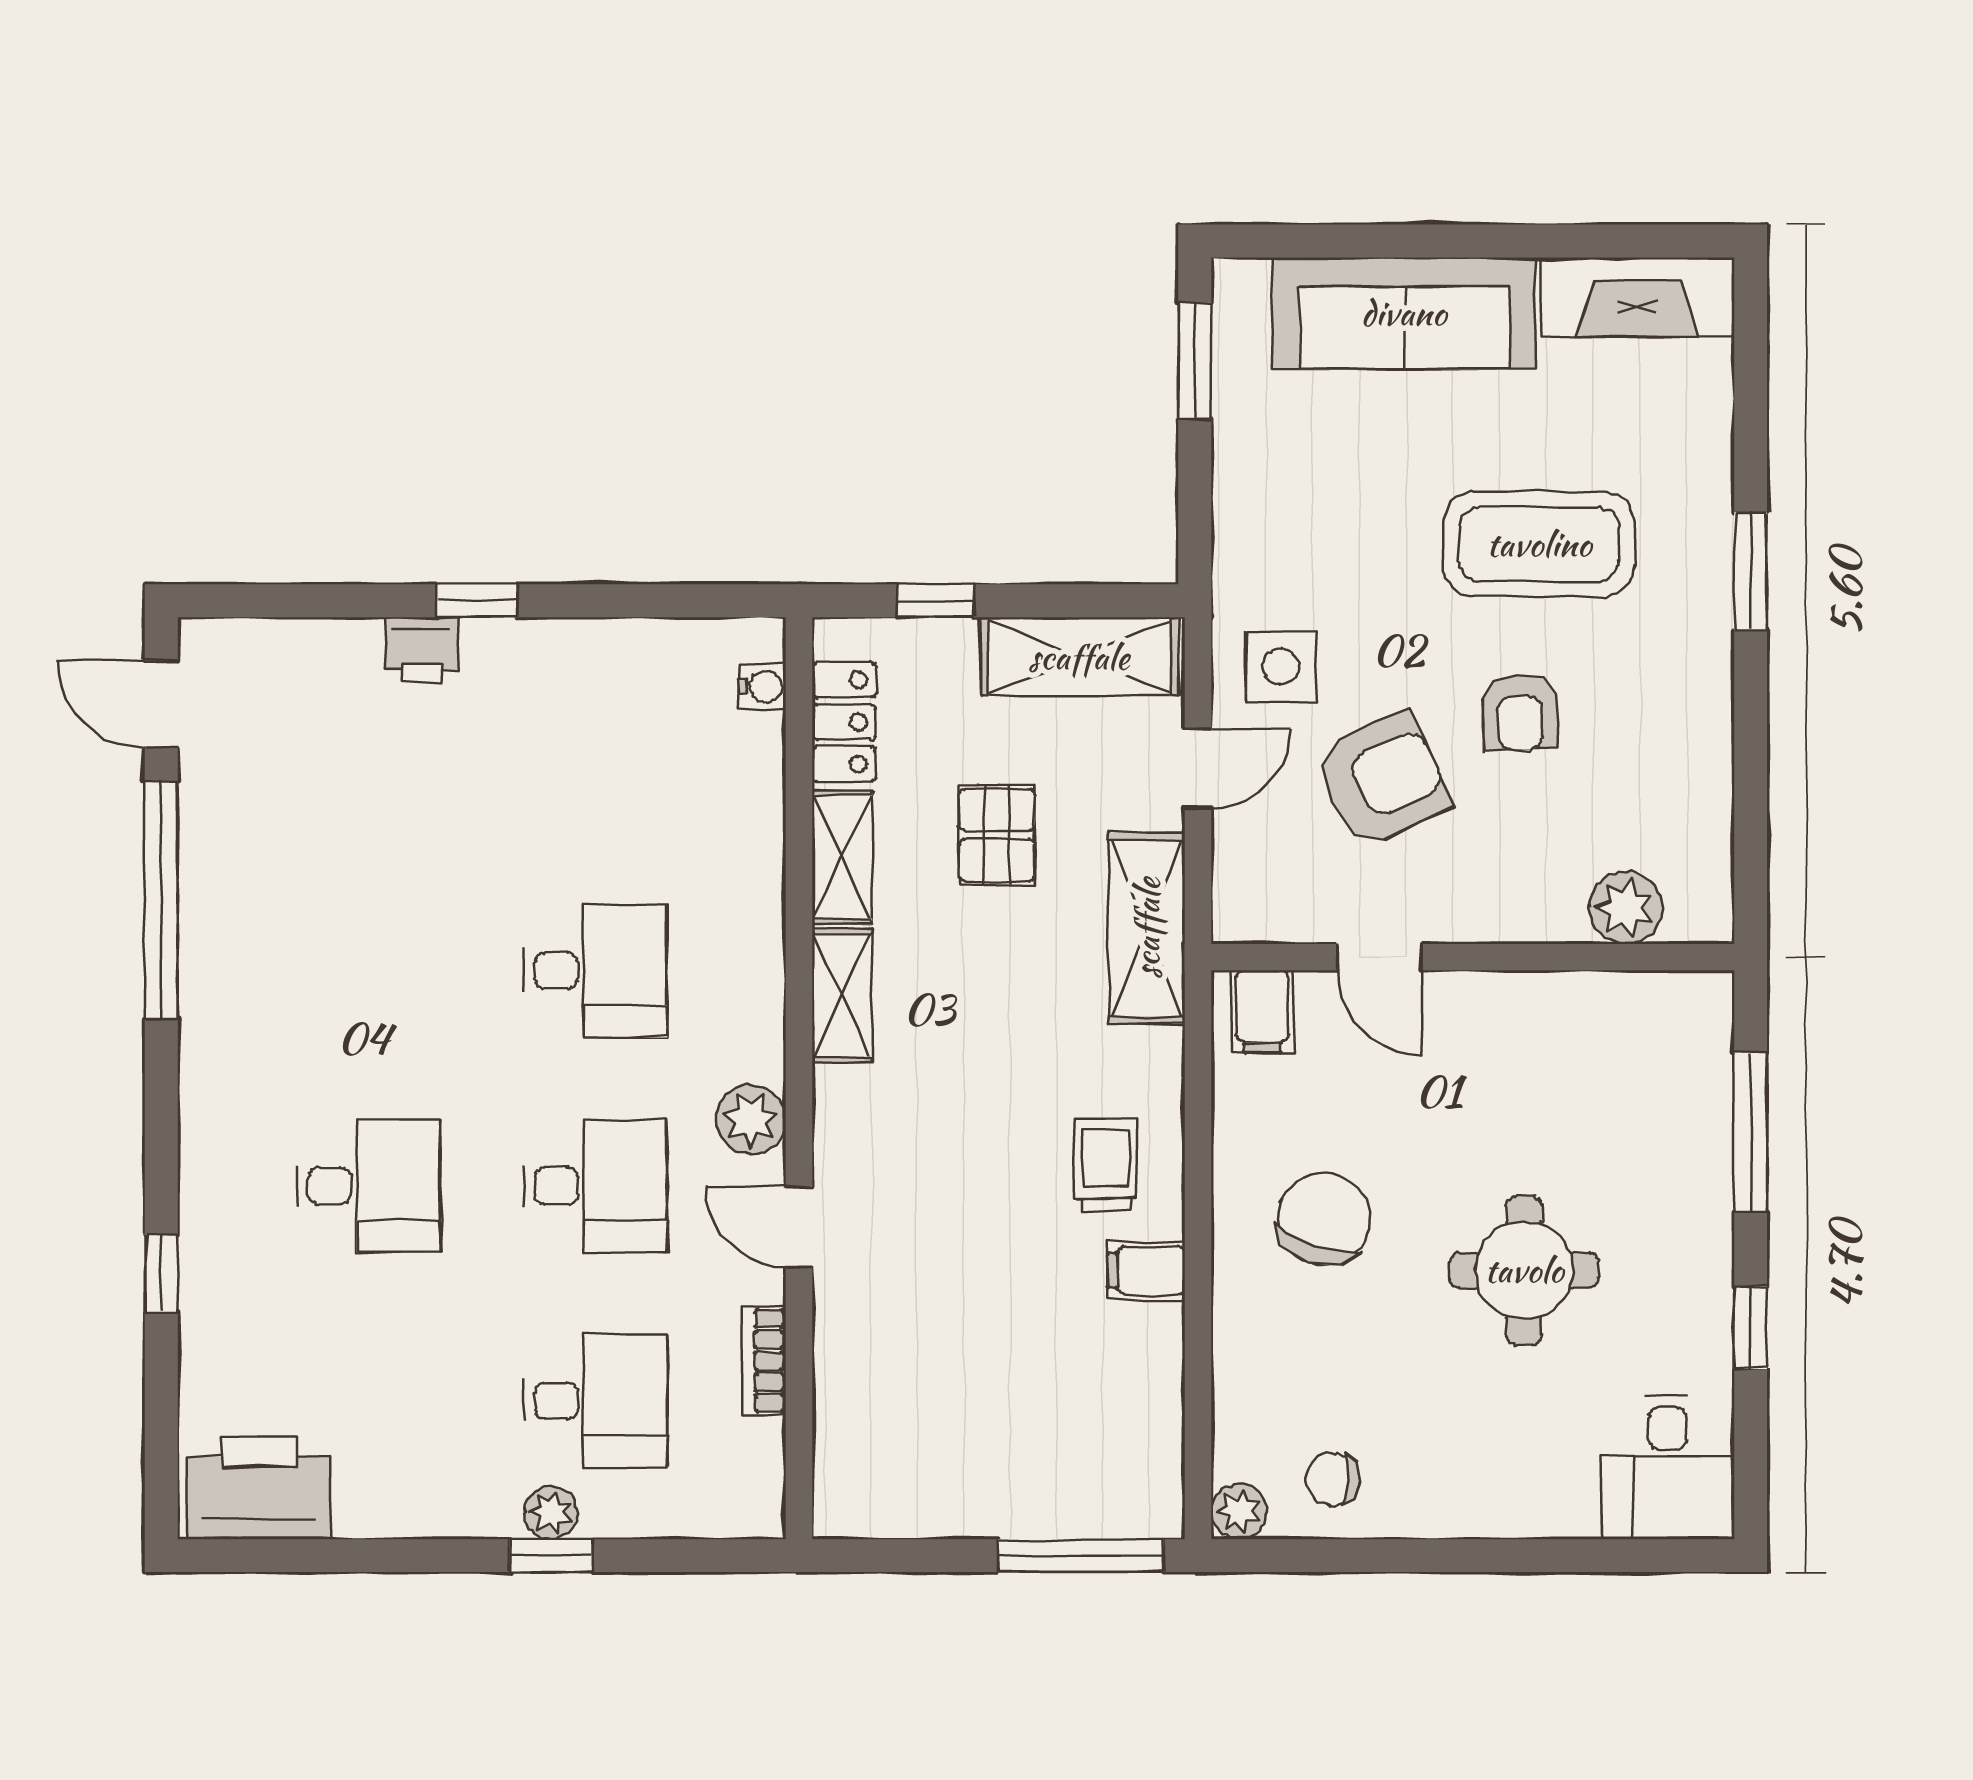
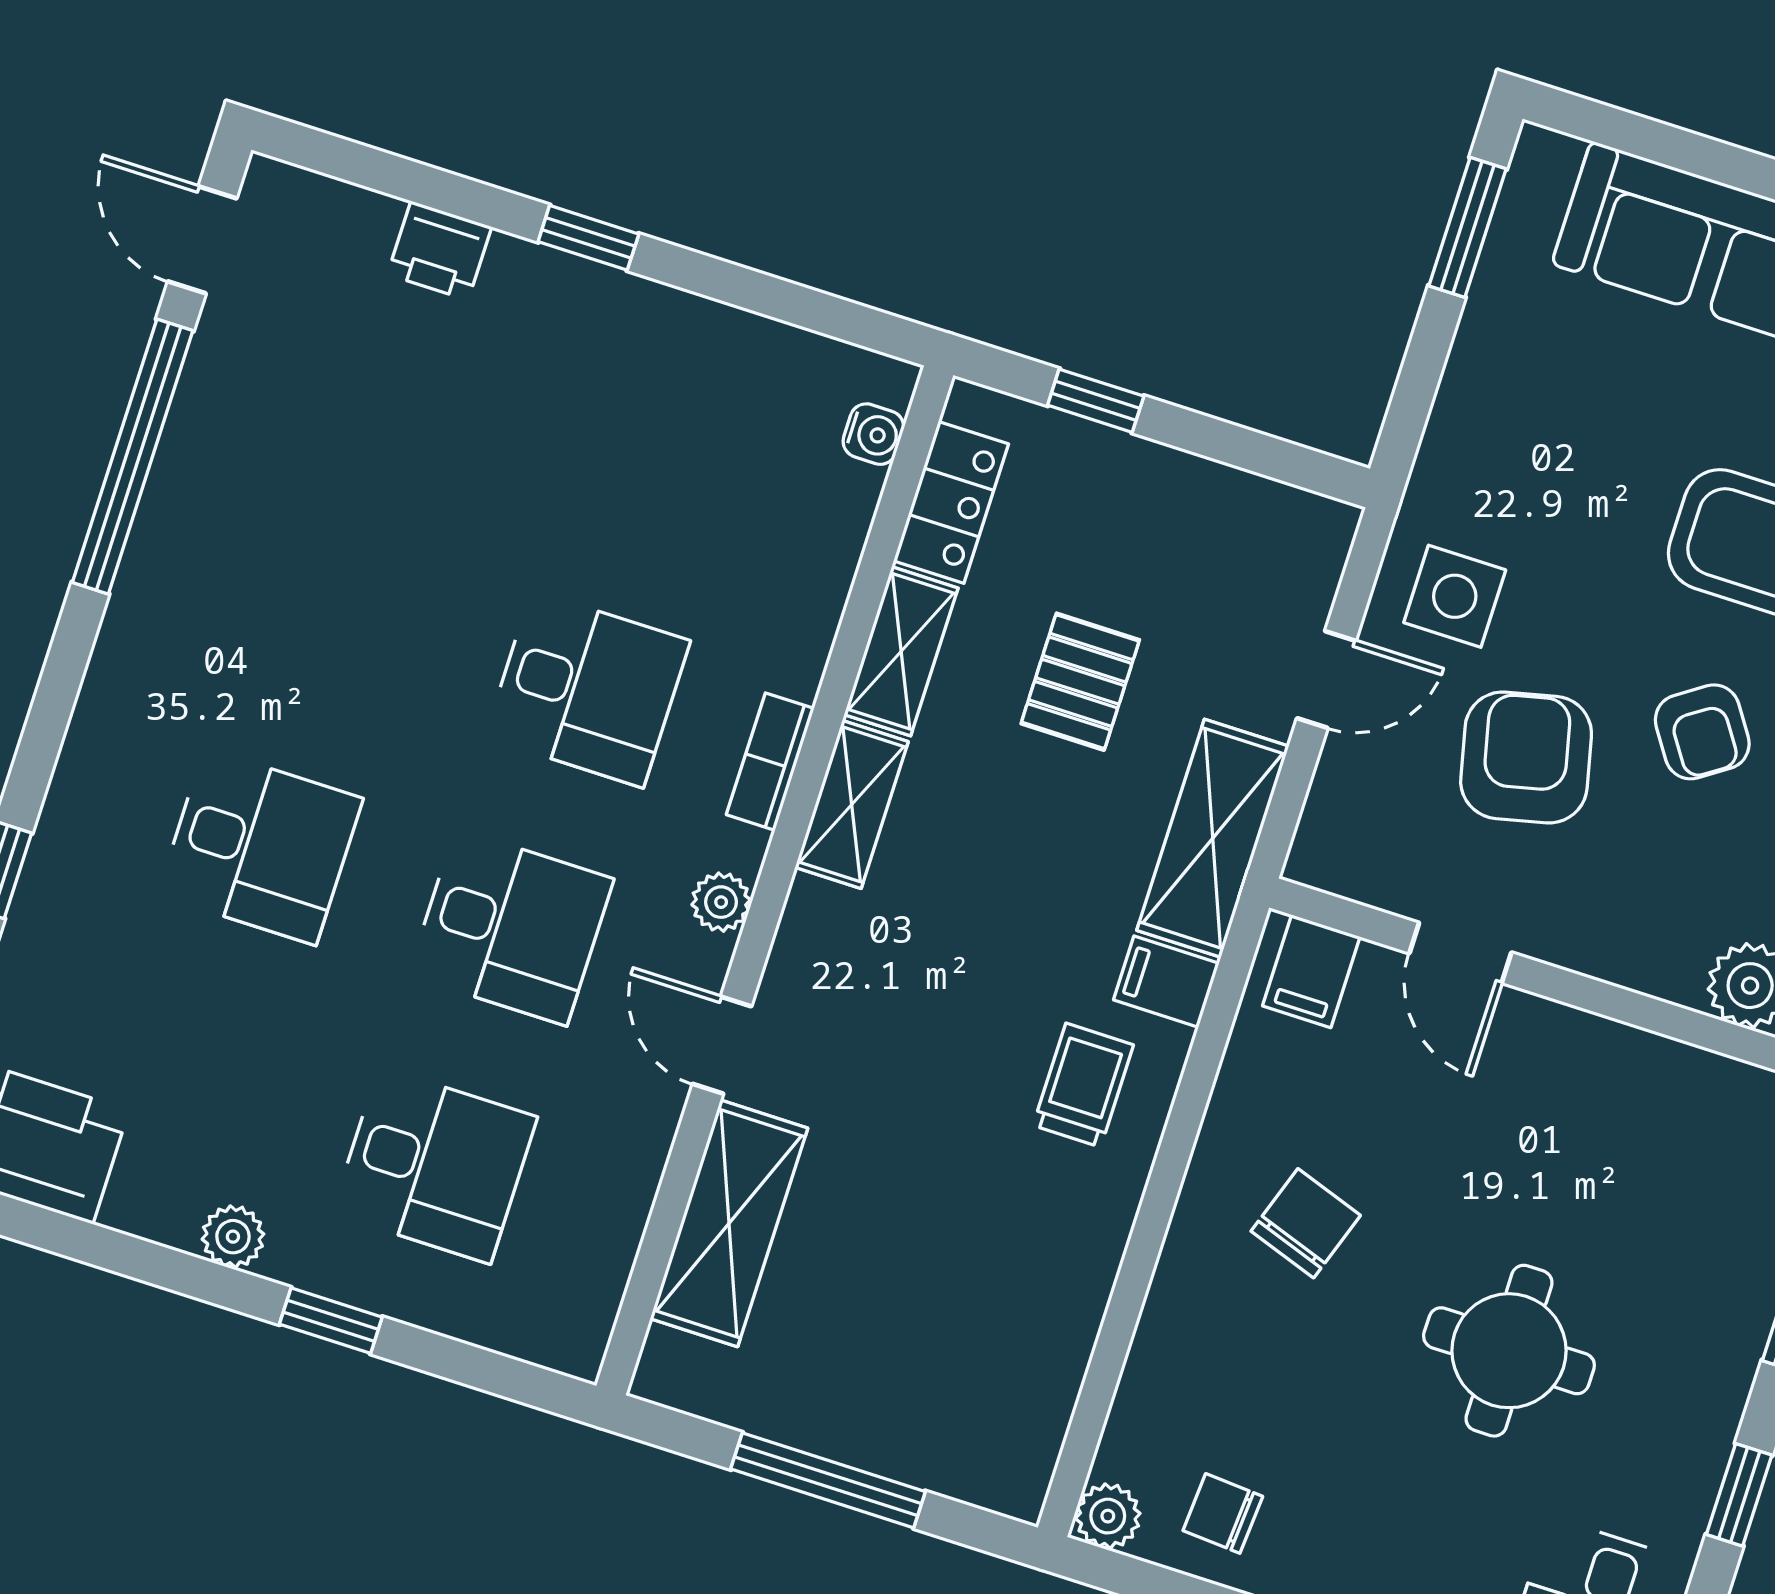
printer: (422, 650) -> (440, 251), moved
shelving: (1079, 657) -> (729, 1223), moved, turned 90
armchair: (1520, 712) -> (1702, 732), turned -31
armchair: (1382, 780) -> (1526, 757), turned -79
plant: (751, 1120) -> (721, 902), width x0.73, depth x0.73
chair: (1324, 1219) -> (1306, 1223), width x0.73, depth x0.73
filing cabinet: (1146, 1271) -> (1166, 982), moved
bookcase: (764, 1361) -> (770, 762), moved
plant: (551, 1513) -> (233, 1237), moved
window: (1081, 1556) -> (828, 1480), moved

